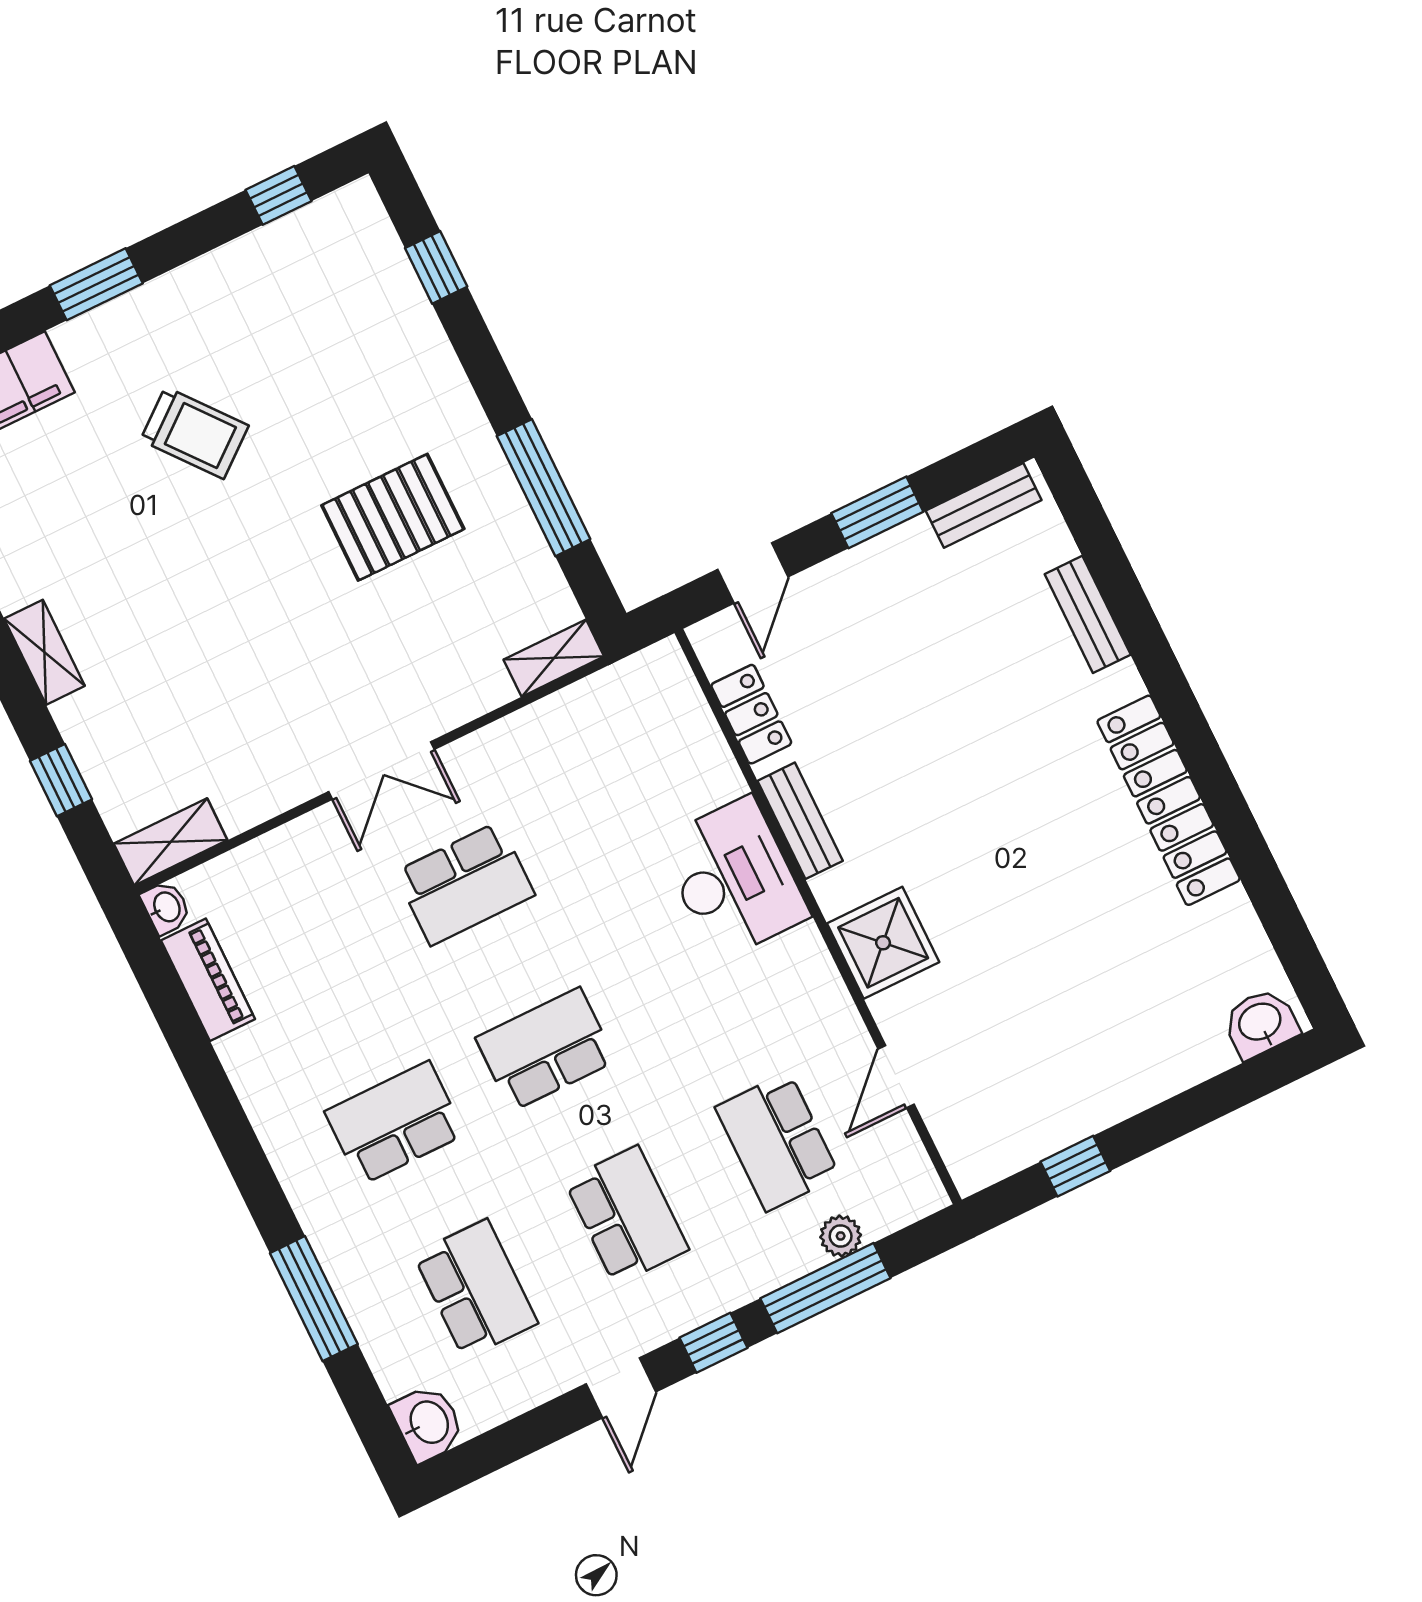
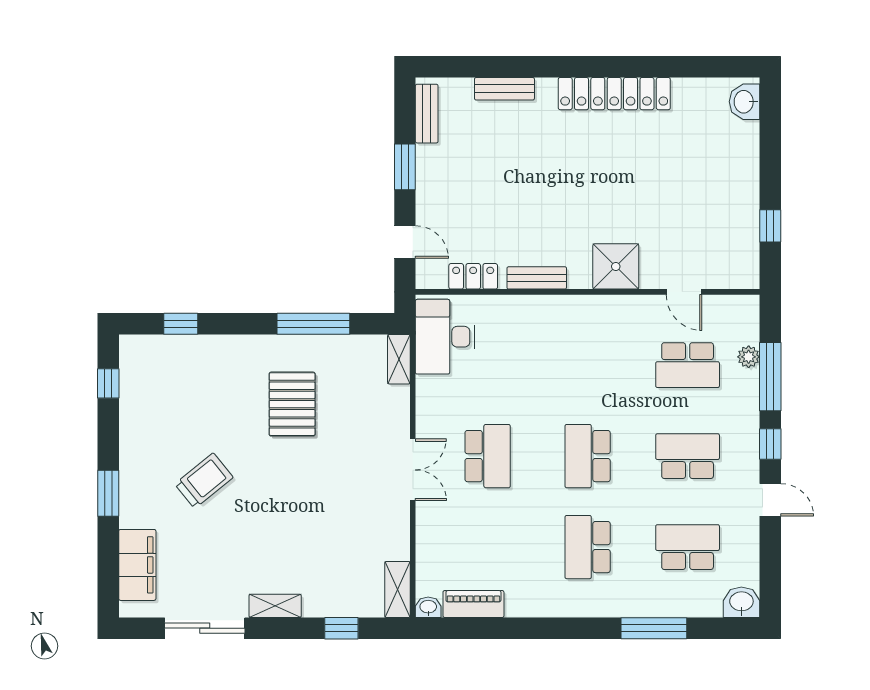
desk: (734, 878) -> (445, 337), moved, turned -90

